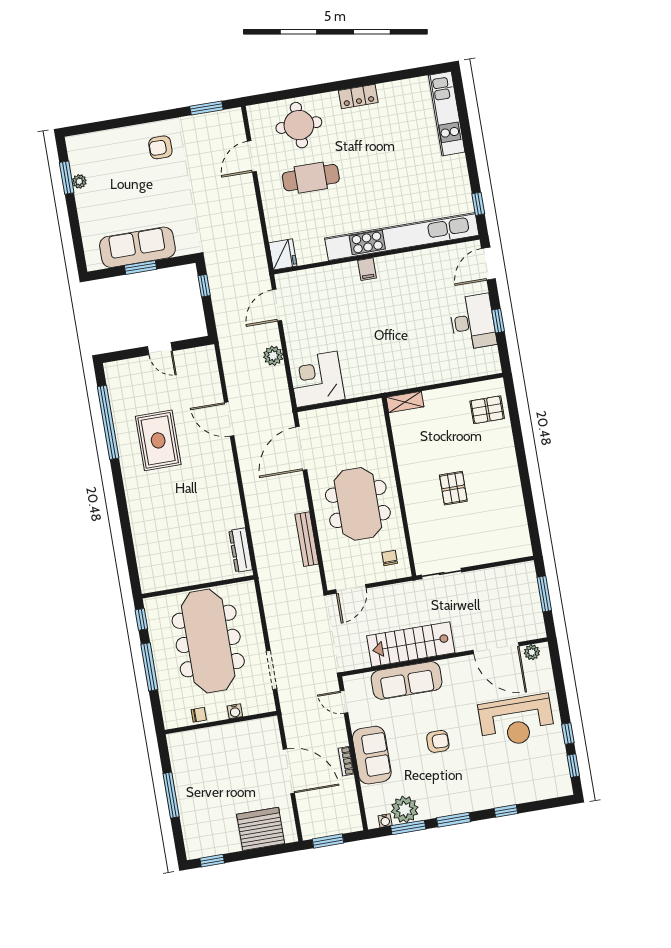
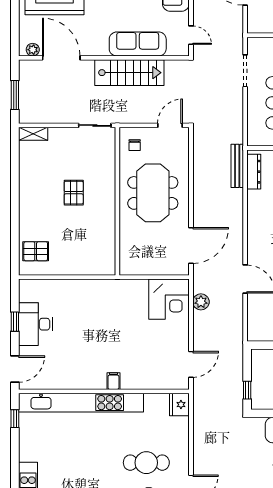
plant: (273, 356) -> (201, 302), moved
shelving: (405, 402) -> (33, 134), moved
bench: (307, 539) -> (237, 166), moved

